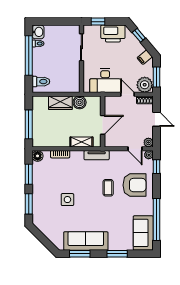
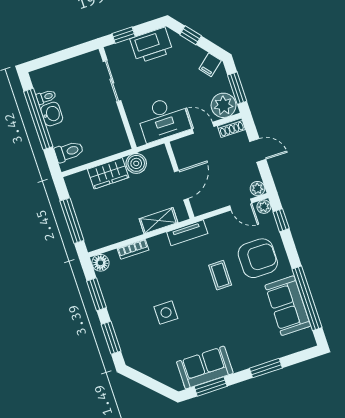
washbasin: (38, 32) -> (52, 114), moved
sofa: (143, 233) -> (288, 306), moved
sofa: (86, 241) -> (205, 368), width x0.73

